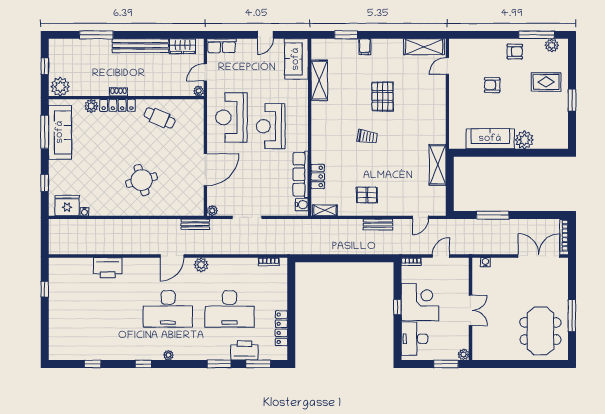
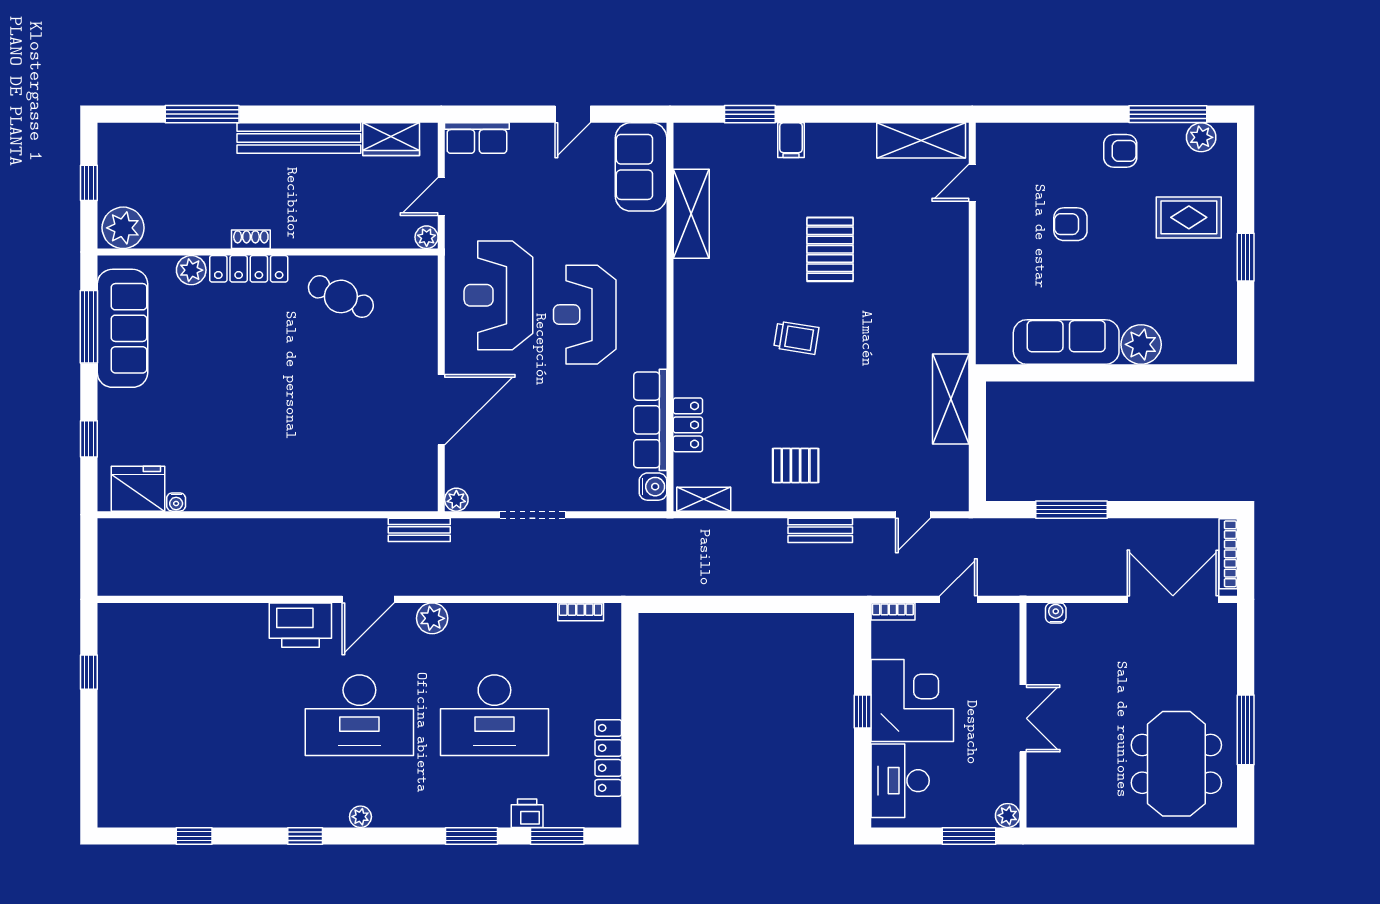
round table: (142, 180) -> (301, 433), removed
printer: (108, 268) -> (300, 625), moved
printer: (244, 350) -> (527, 813), width x0.53, depth x0.68

